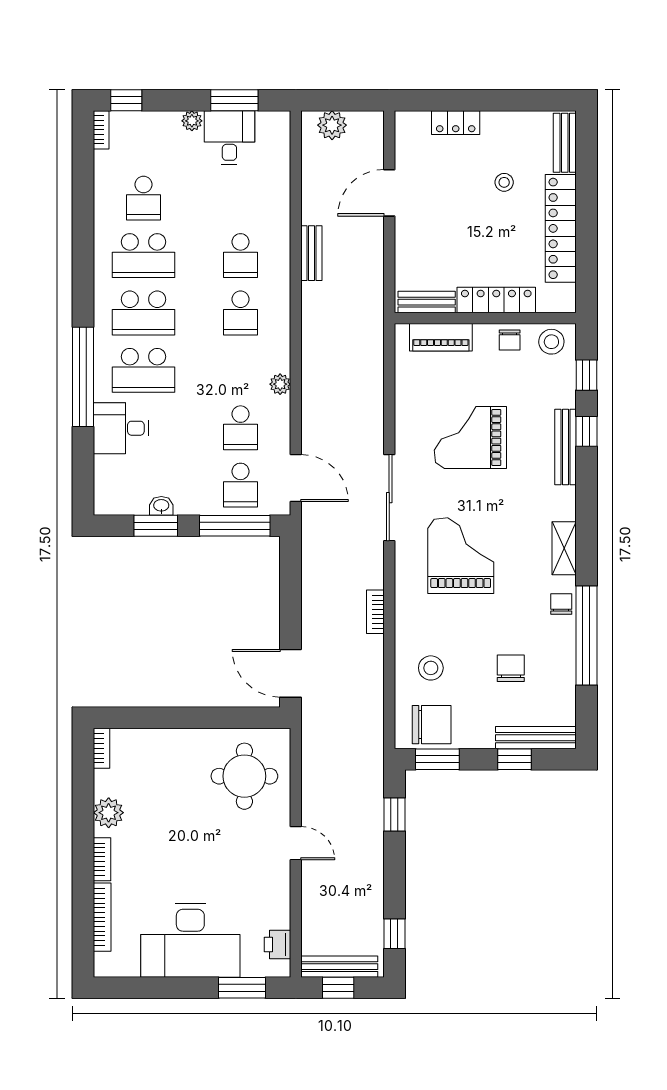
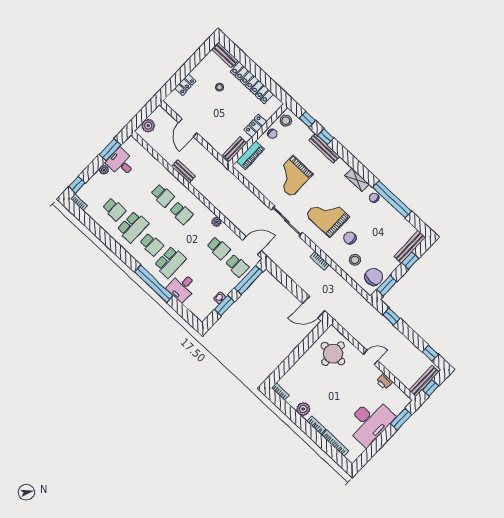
locker: (496, 300) -> (255, 126), width x0.66
school desk: (143, 313) -> (151, 244), width x0.54
chair: (511, 668) -> (350, 238), moved
printer: (278, 944) -> (384, 381), moved

